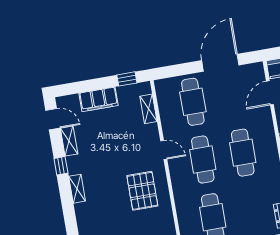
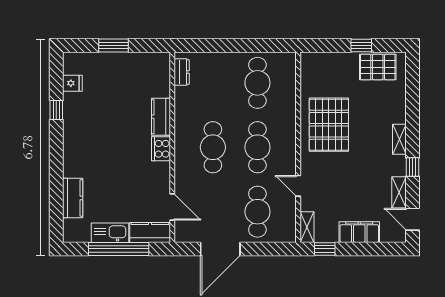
door: (270, 93) -> (172, 207), hinge flipped
shelving: (148, 109) -> (307, 227), moved
door: (164, 150) -> (298, 186), moved
pallet: (142, 191) -> (329, 125), width x1.37, depth x1.41

